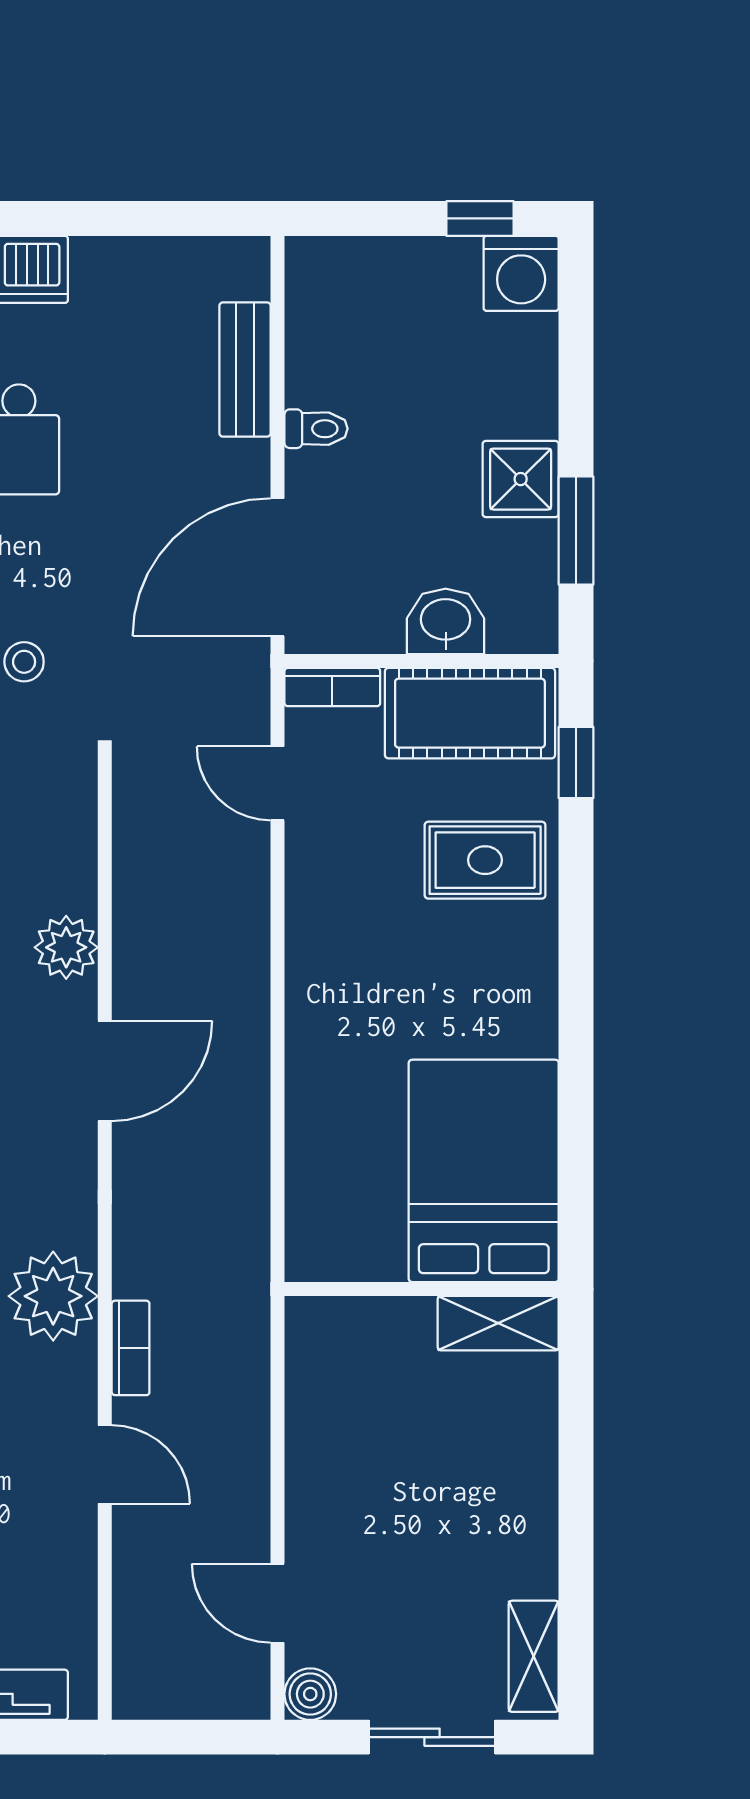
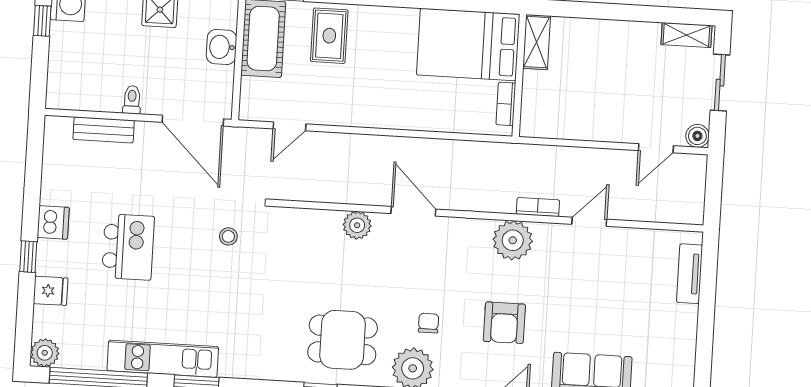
bookcase: (332, 687) -> (506, 104), moved, turned 180

